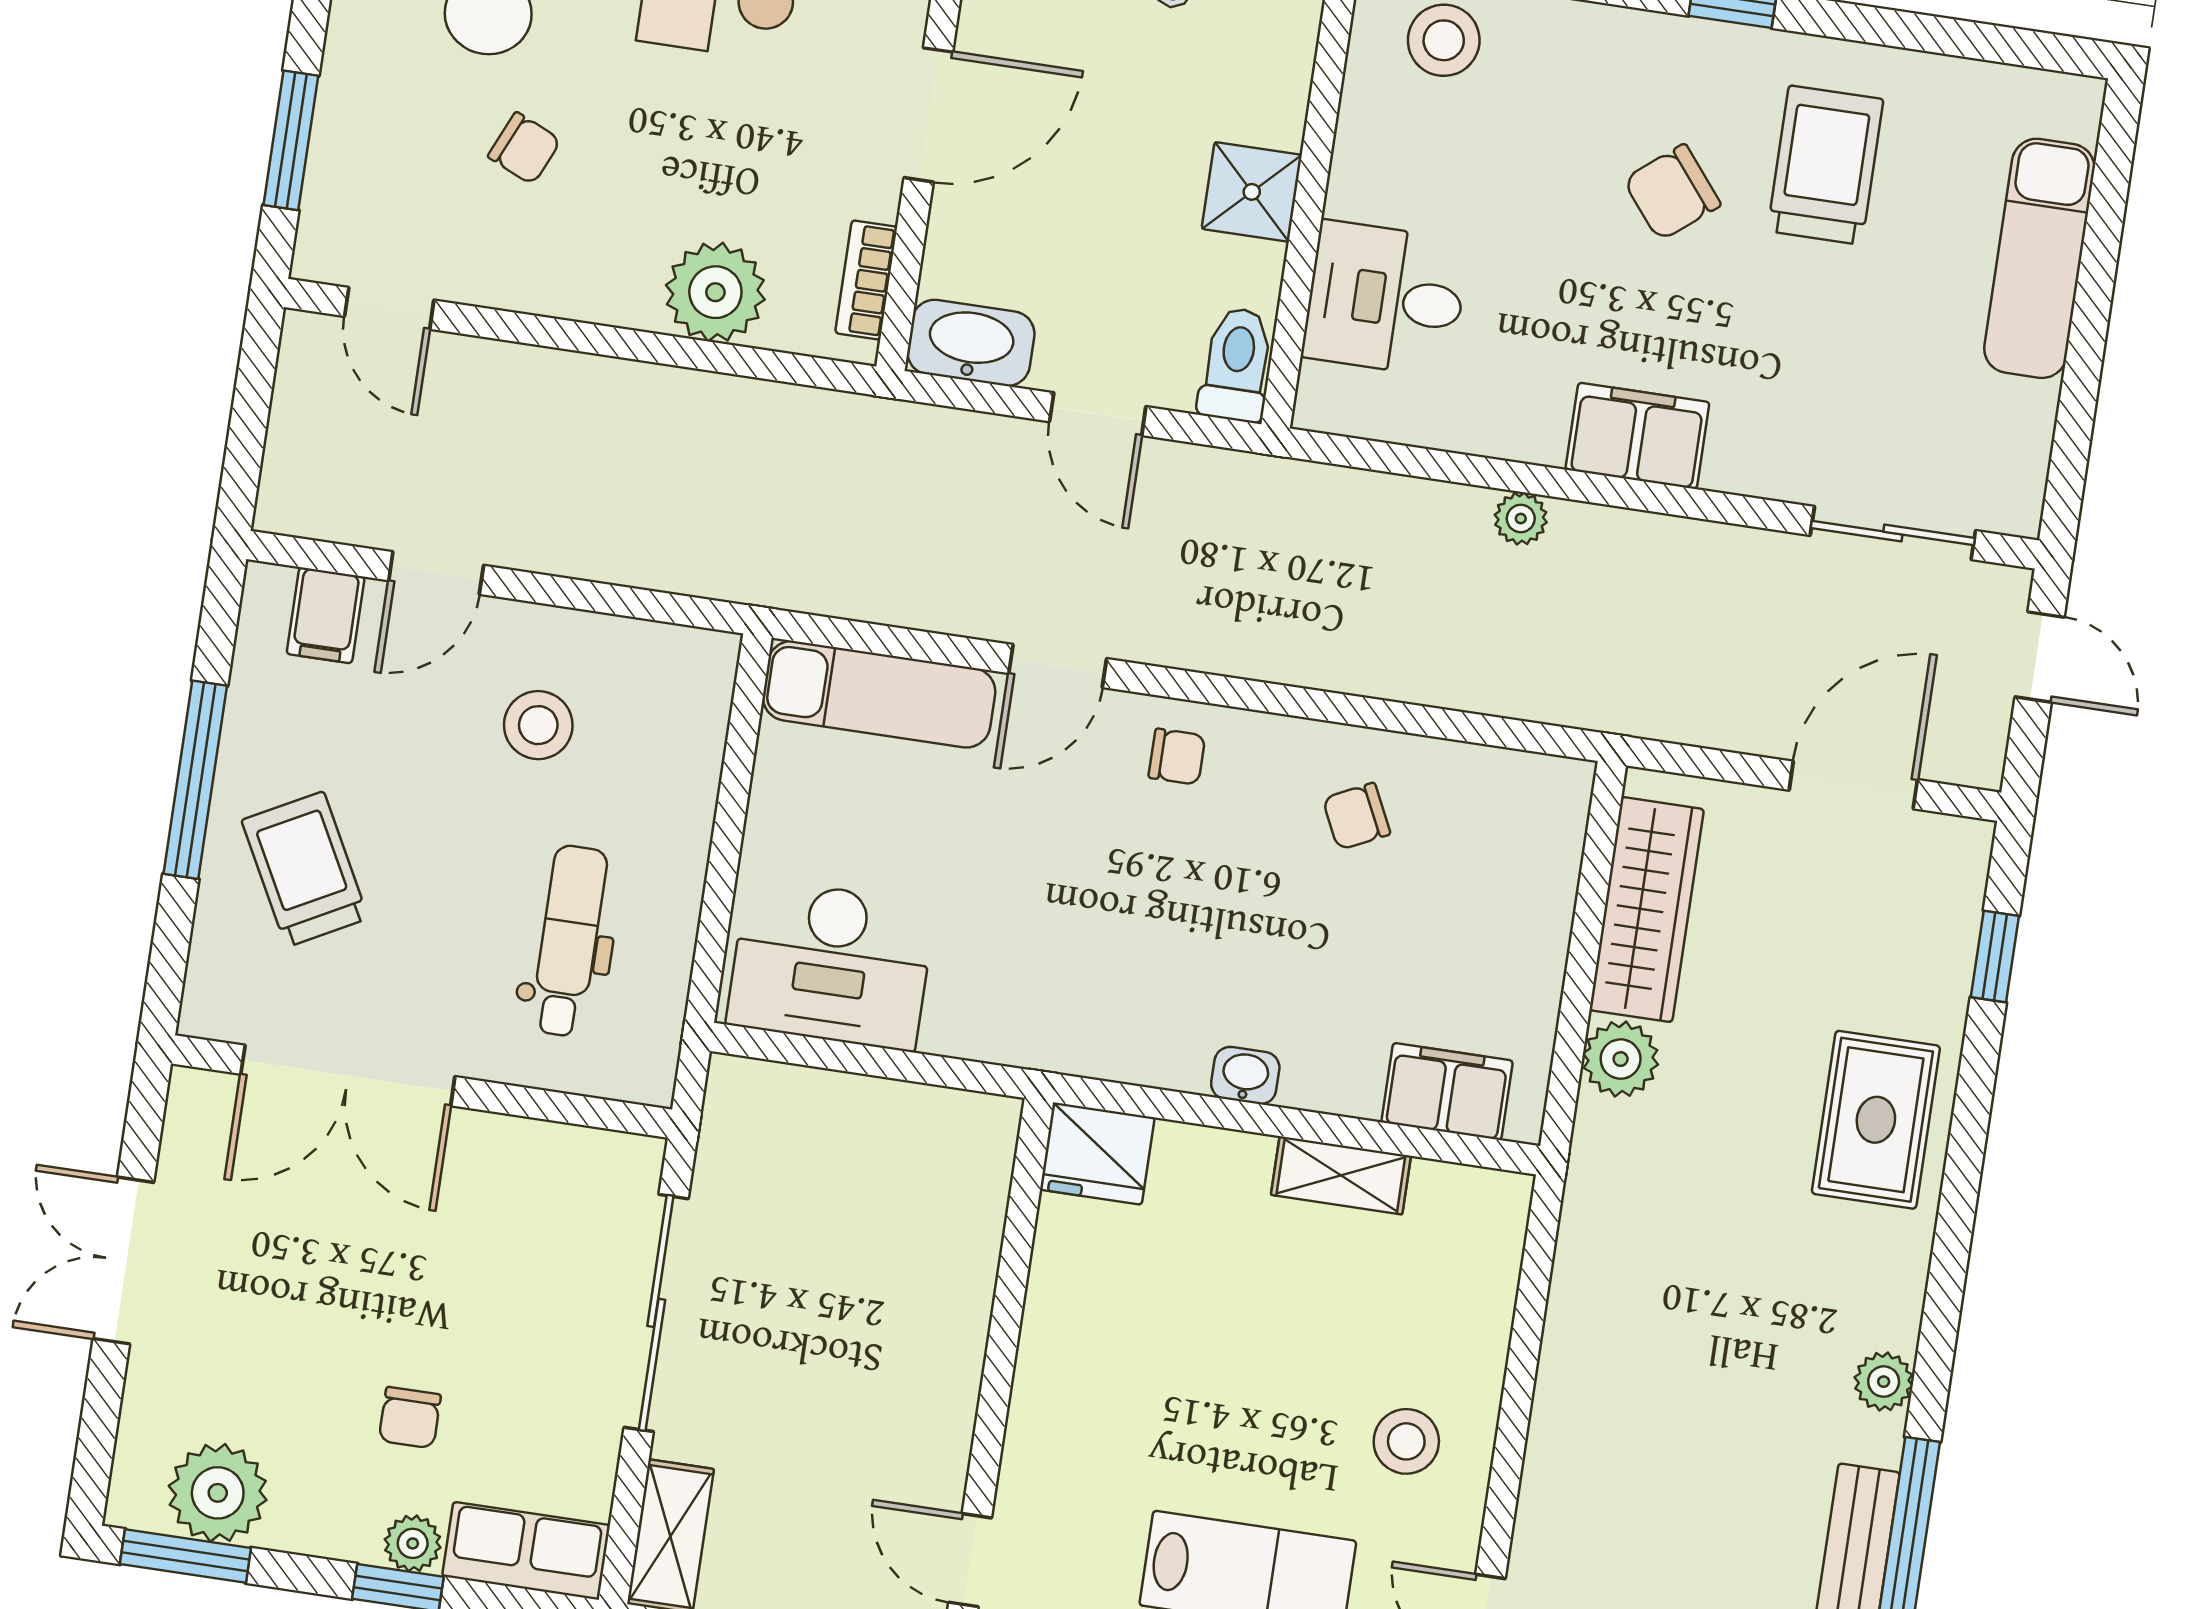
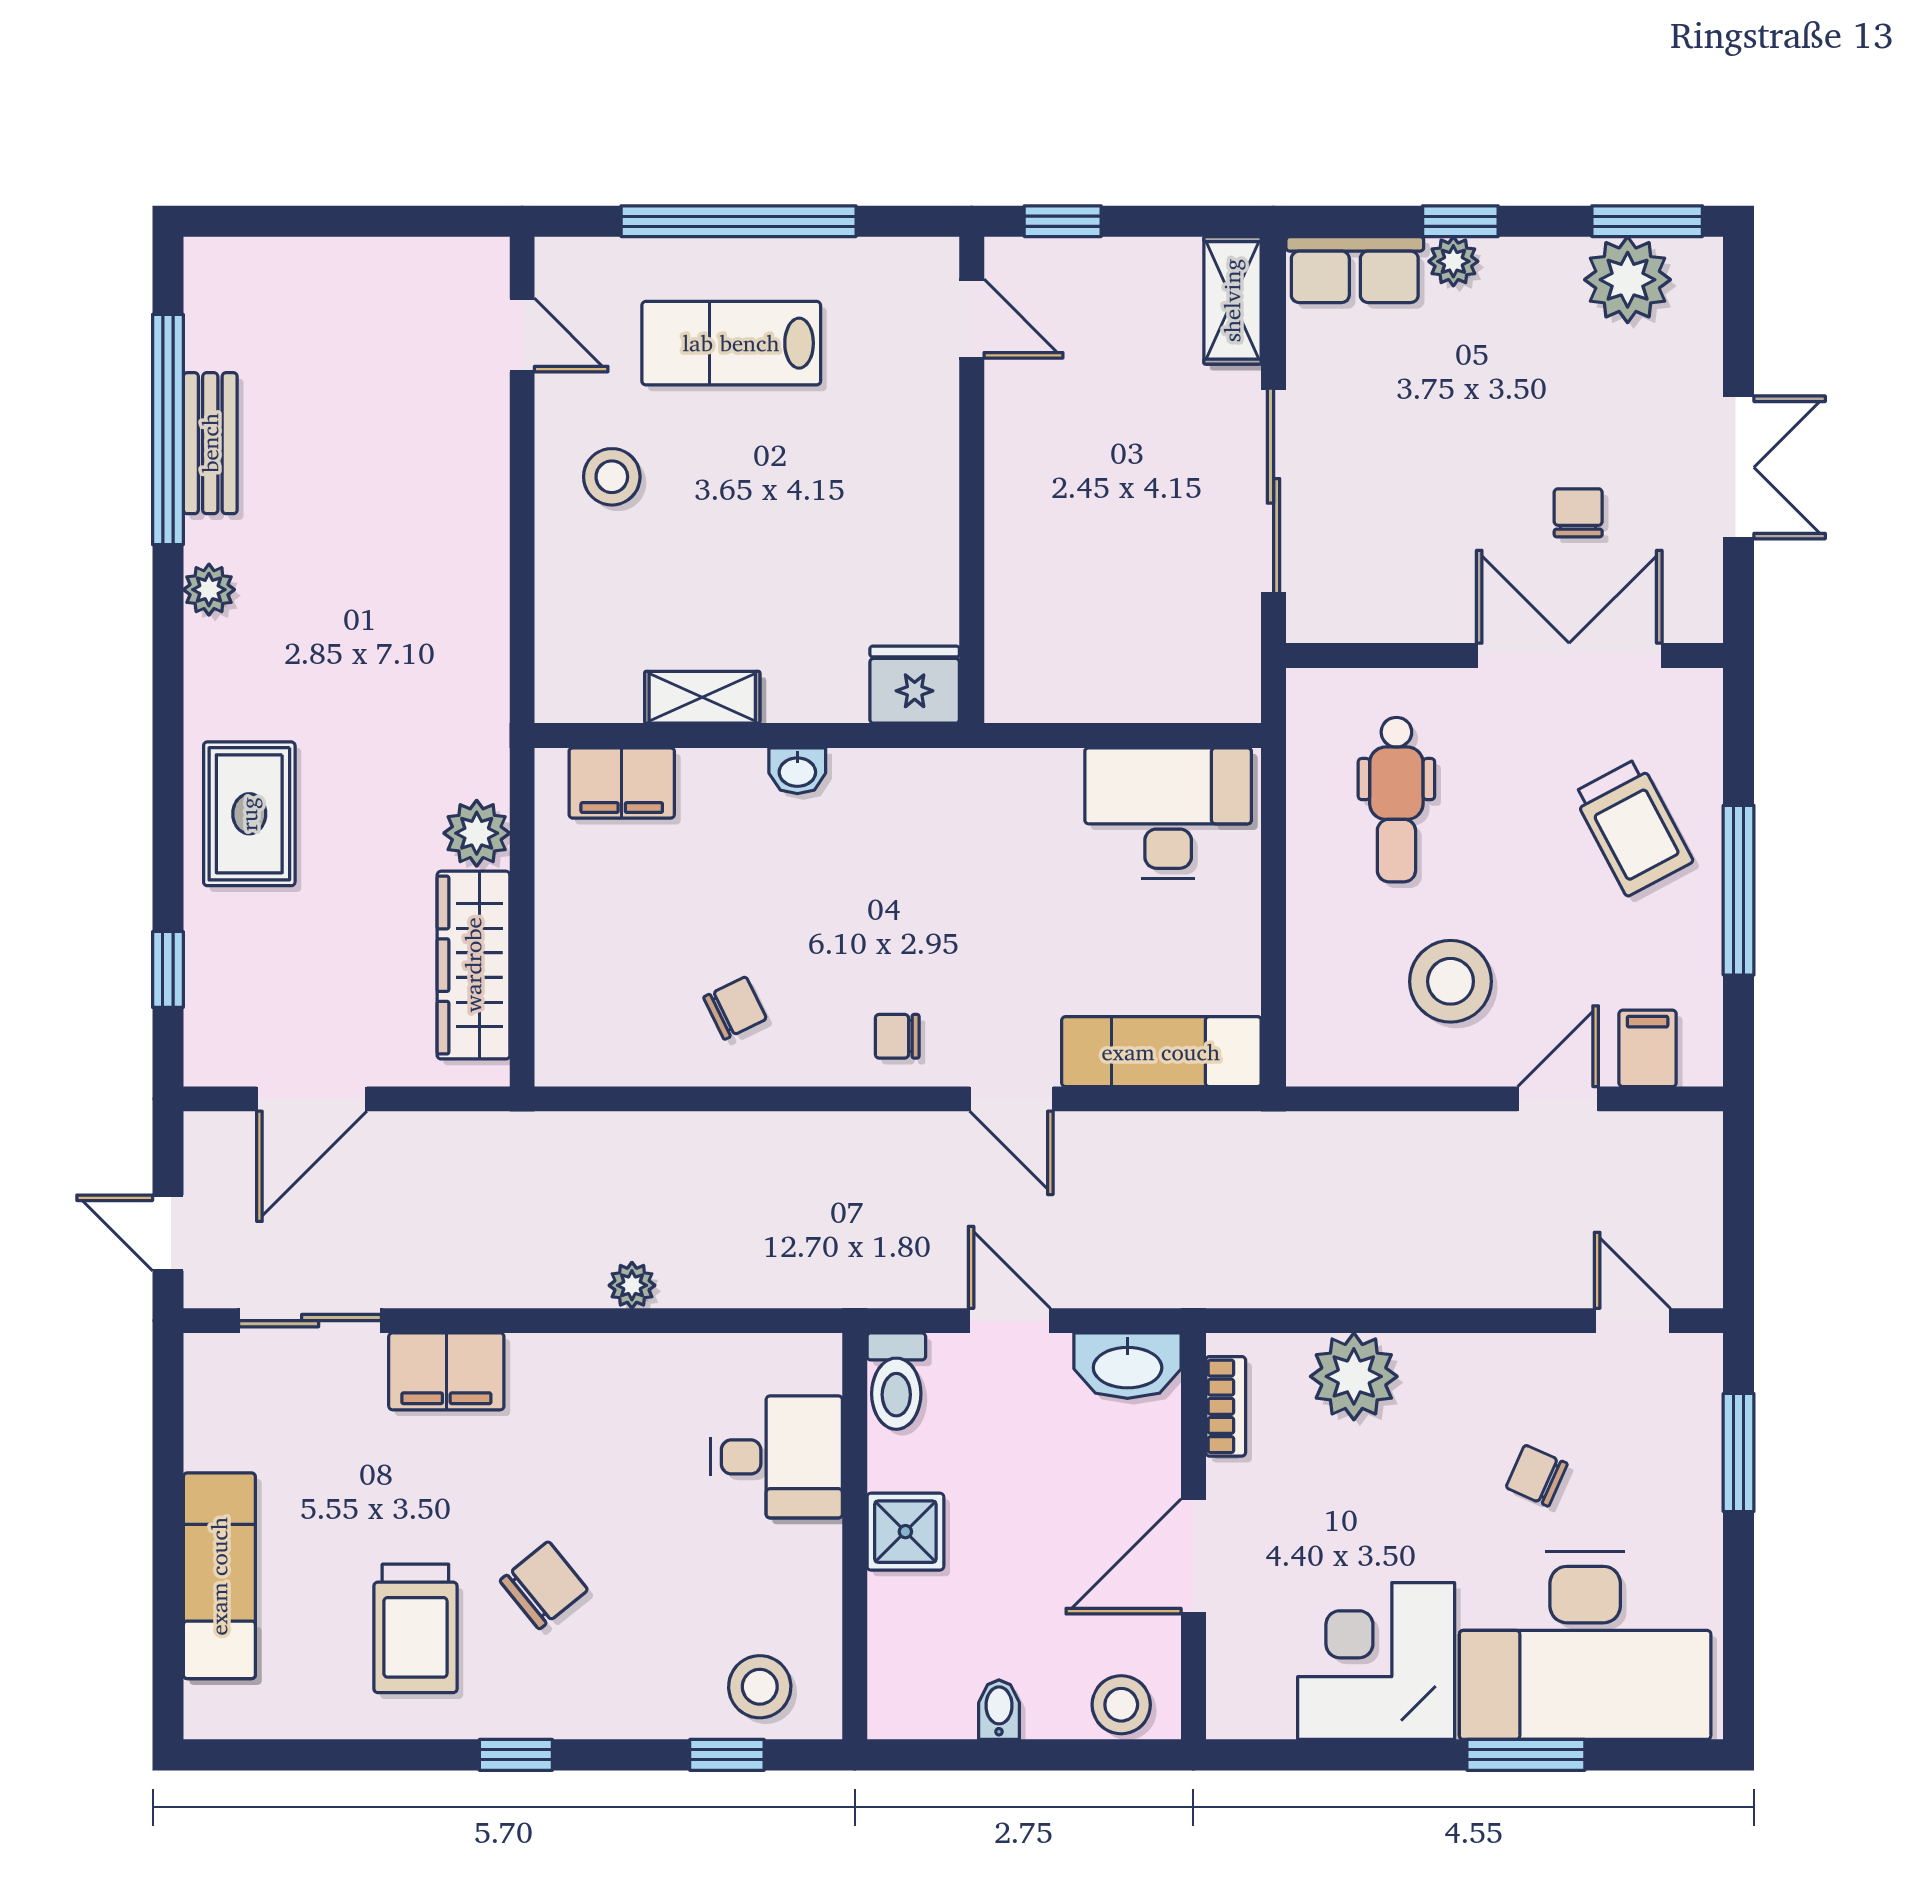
filing cabinet: (1637, 436) -> (446, 1371), moved
door: (1058, 666) -> (1011, 1099), swing flipped
stool: (538, 725) -> (1451, 981), width x1.38, depth x1.38
chair: (410, 1418) -> (1578, 513), moved

